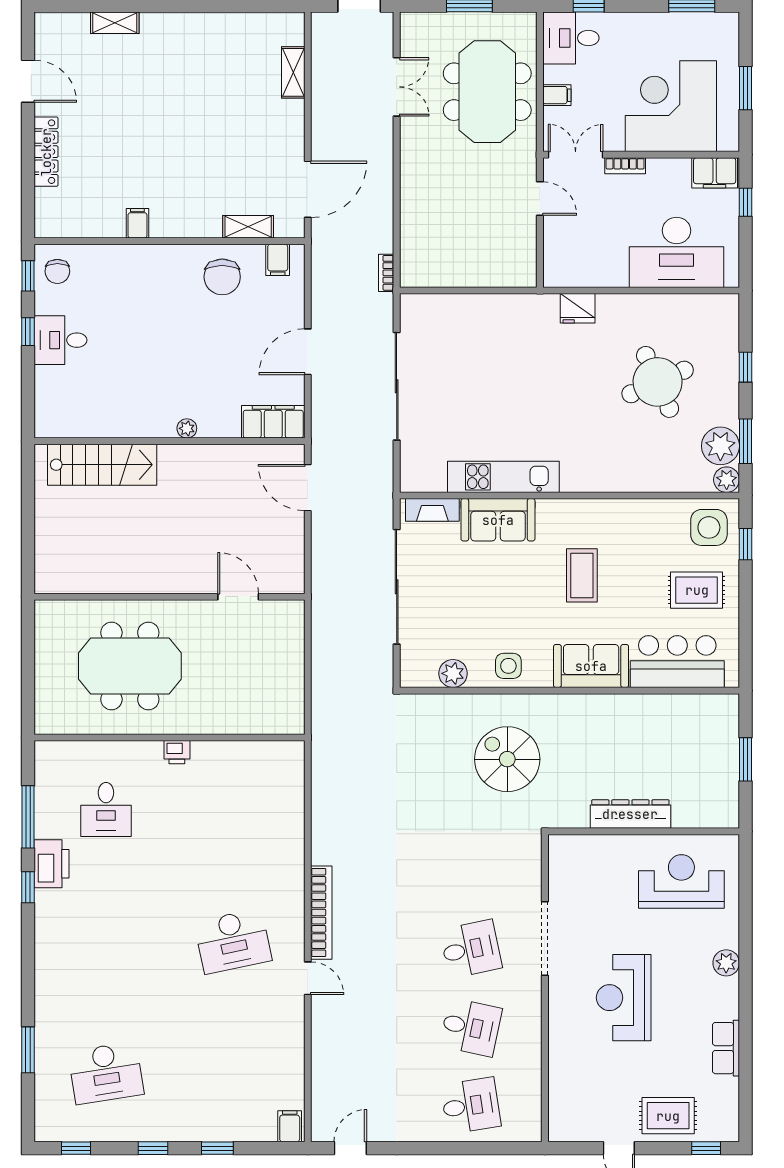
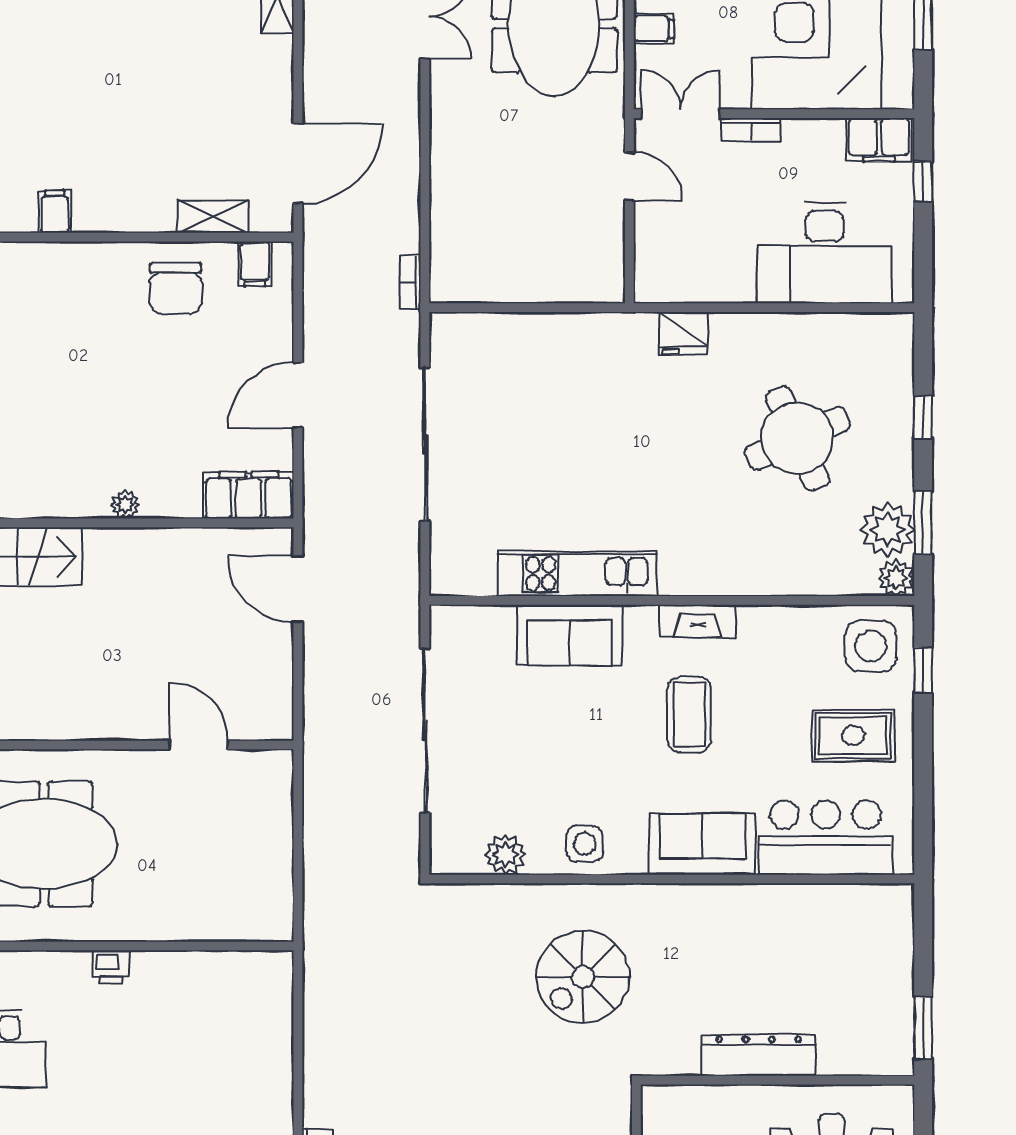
fireplace: (432, 510) -> (698, 621), moved
spiral stairs: (507, 759) -> (583, 977), turned -90
window: (746, 759) -> (923, 1028), moved

